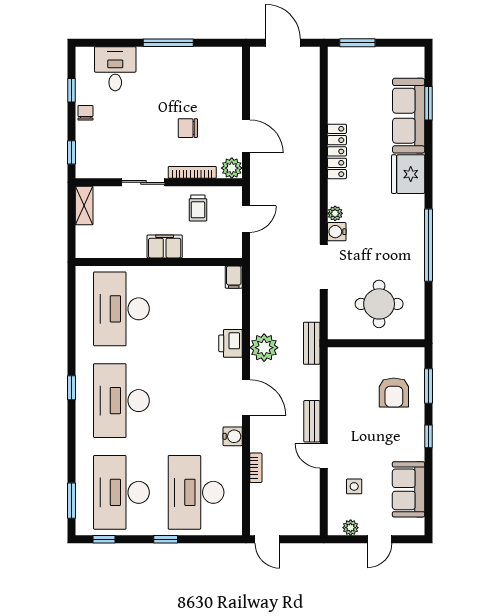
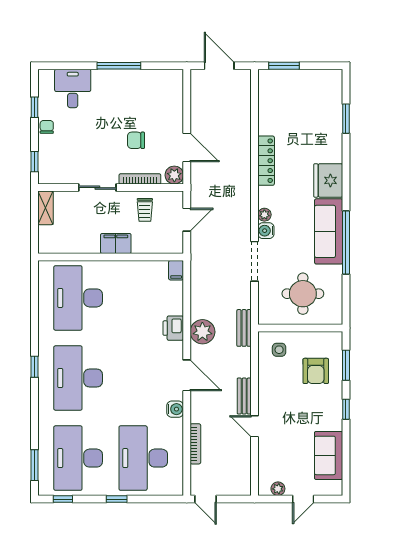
sofa: (409, 116) -> (329, 231), moved
bookcase: (256, 468) -> (195, 444), width x1.56
side table: (354, 486) -> (279, 350), moved

